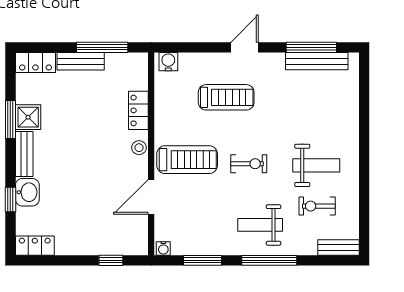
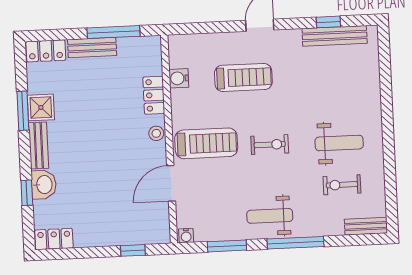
window: (311, 47) -> (328, 22), width x0.46
water cooler: (168, 62) -> (179, 78), moved, turned -90
weight bench: (260, 225) -> (270, 216), moved

